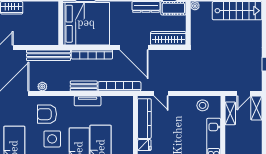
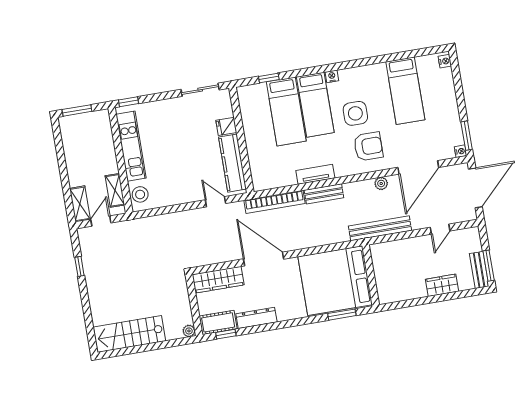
bookcase: (92, 54) -> (320, 240), removed
stool: (203, 105) -> (140, 194), moved

